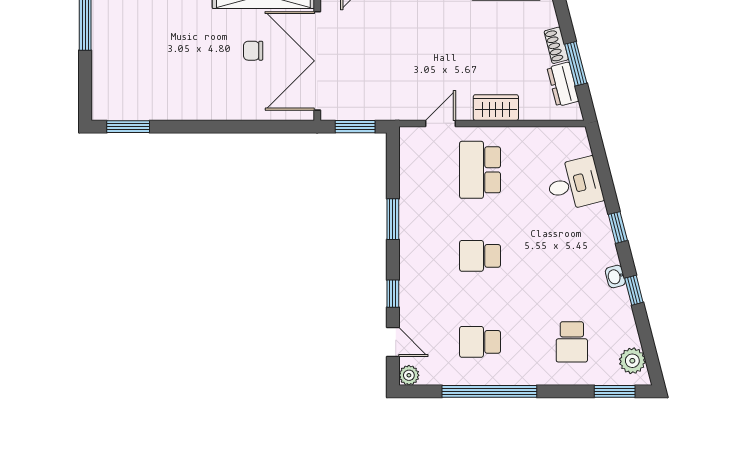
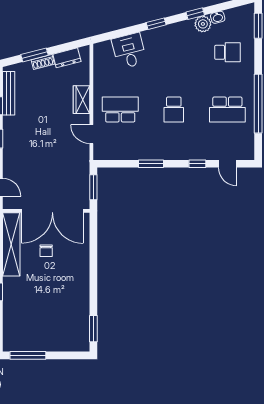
window: (576, 64) -> (34, 55), moved
school desk: (480, 170) -> (120, 109), turned 180
washbasin: (615, 277) -> (218, 17), moved
door: (393, 342) -> (227, 164), swing flipped
school desk: (480, 342) -> (227, 109), width x1.85
plant: (632, 361) -> (203, 24), moved
plant: (409, 375) -> (248, 154), removed

